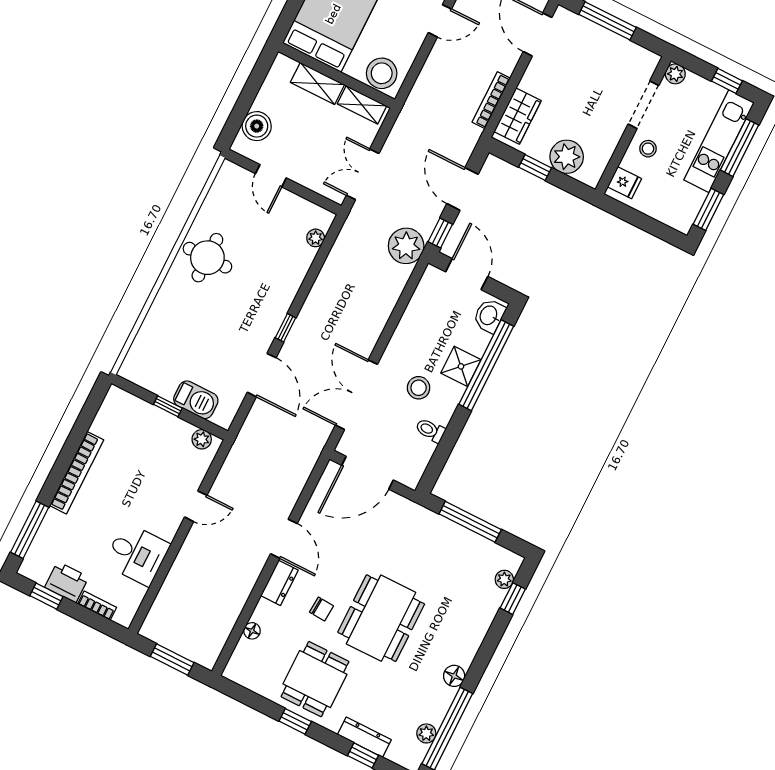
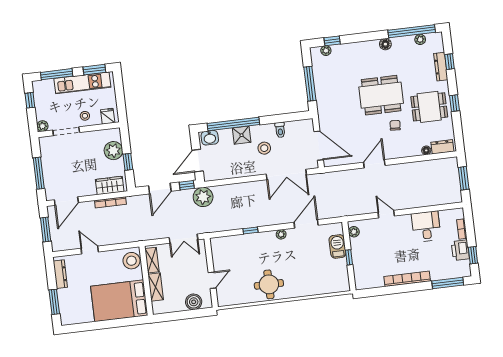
kitchen unit: (719, 141) -> (82, 83), moved
plant: (316, 238) -> (281, 234), moved
window: (285, 328) -> (250, 231), moved
dresser: (279, 583) -> (442, 147), moved

